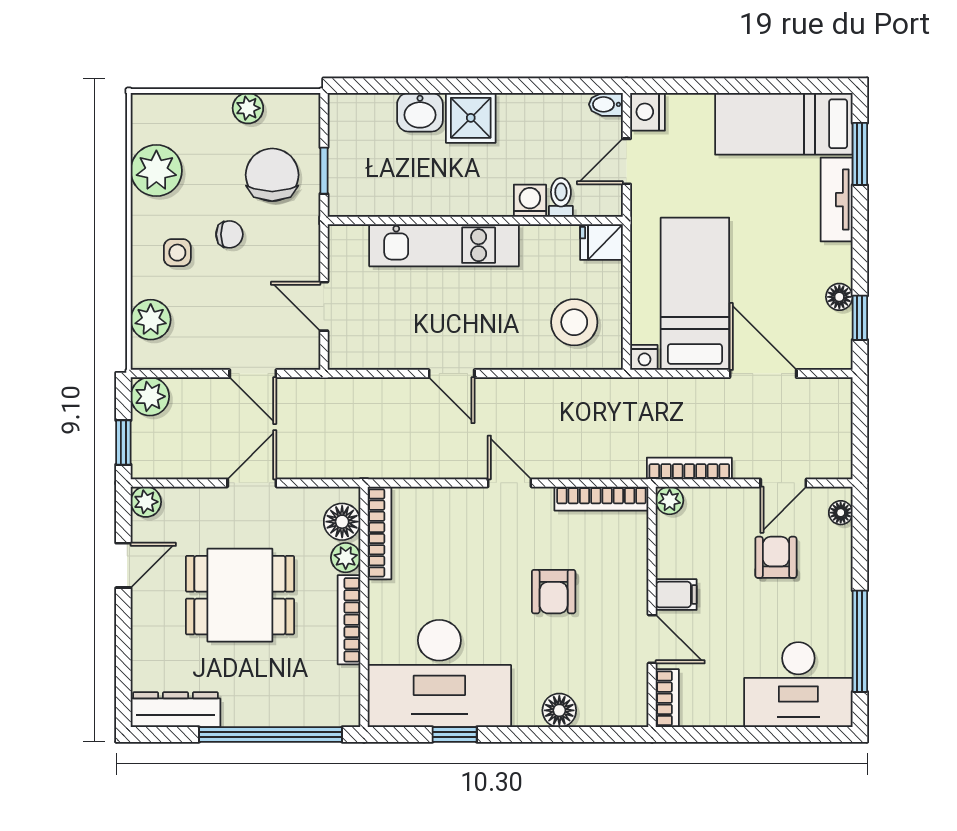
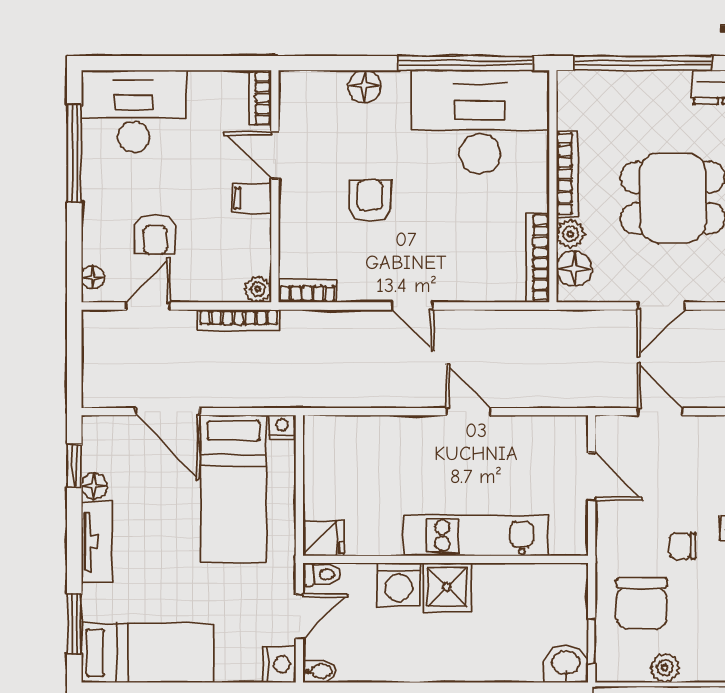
washbasin: (420, 112) -> (566, 664), moved
shower: (471, 118) -> (447, 587), moved
window: (324, 171) -> (592, 641), moved
toilet: (561, 197) -> (322, 574), moved, turned -90
tv unit: (837, 200) -> (97, 542), moved
washing machine: (530, 201) -> (399, 584), width x1.38, depth x1.38
stool: (574, 322) -> (350, 461), removed
bookcase: (601, 499) -> (307, 291), width x0.64
window: (455, 735) -> (465, 63), width x3.17

